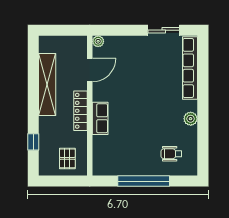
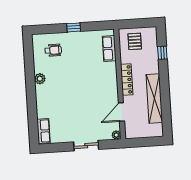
sliding door: (164, 30) -> (86, 146), moved
row of seats: (190, 68) -> (44, 131), width x0.50
row of seats: (100, 118) -> (109, 48), moved
window: (144, 181) -> (74, 27), width x0.32

